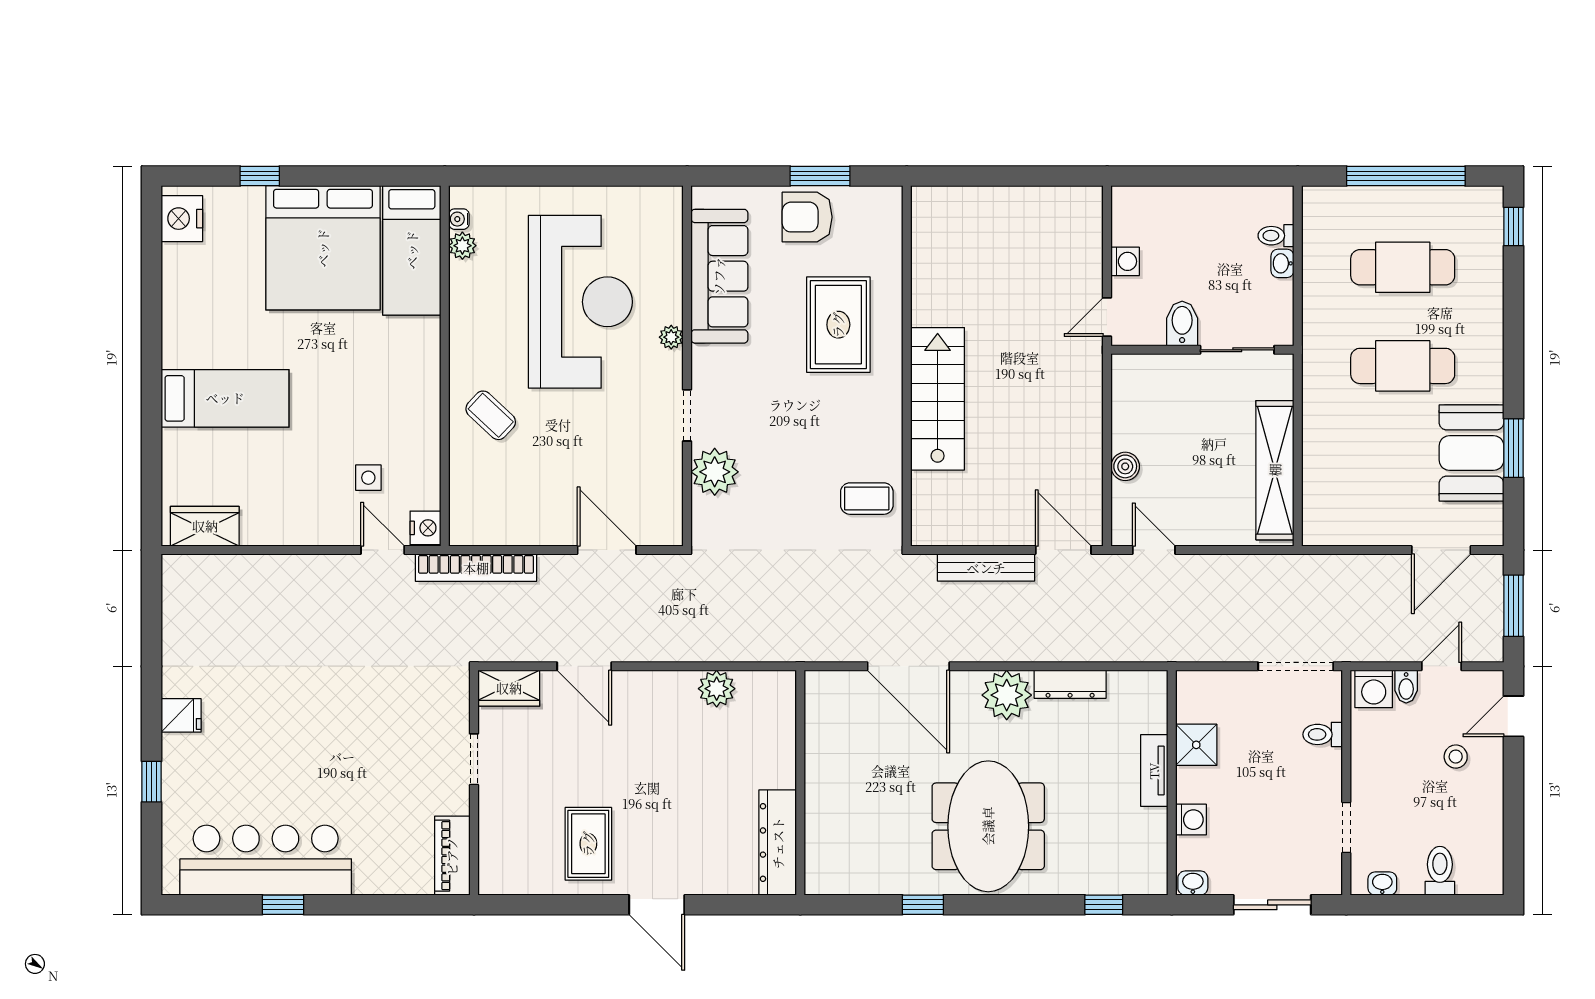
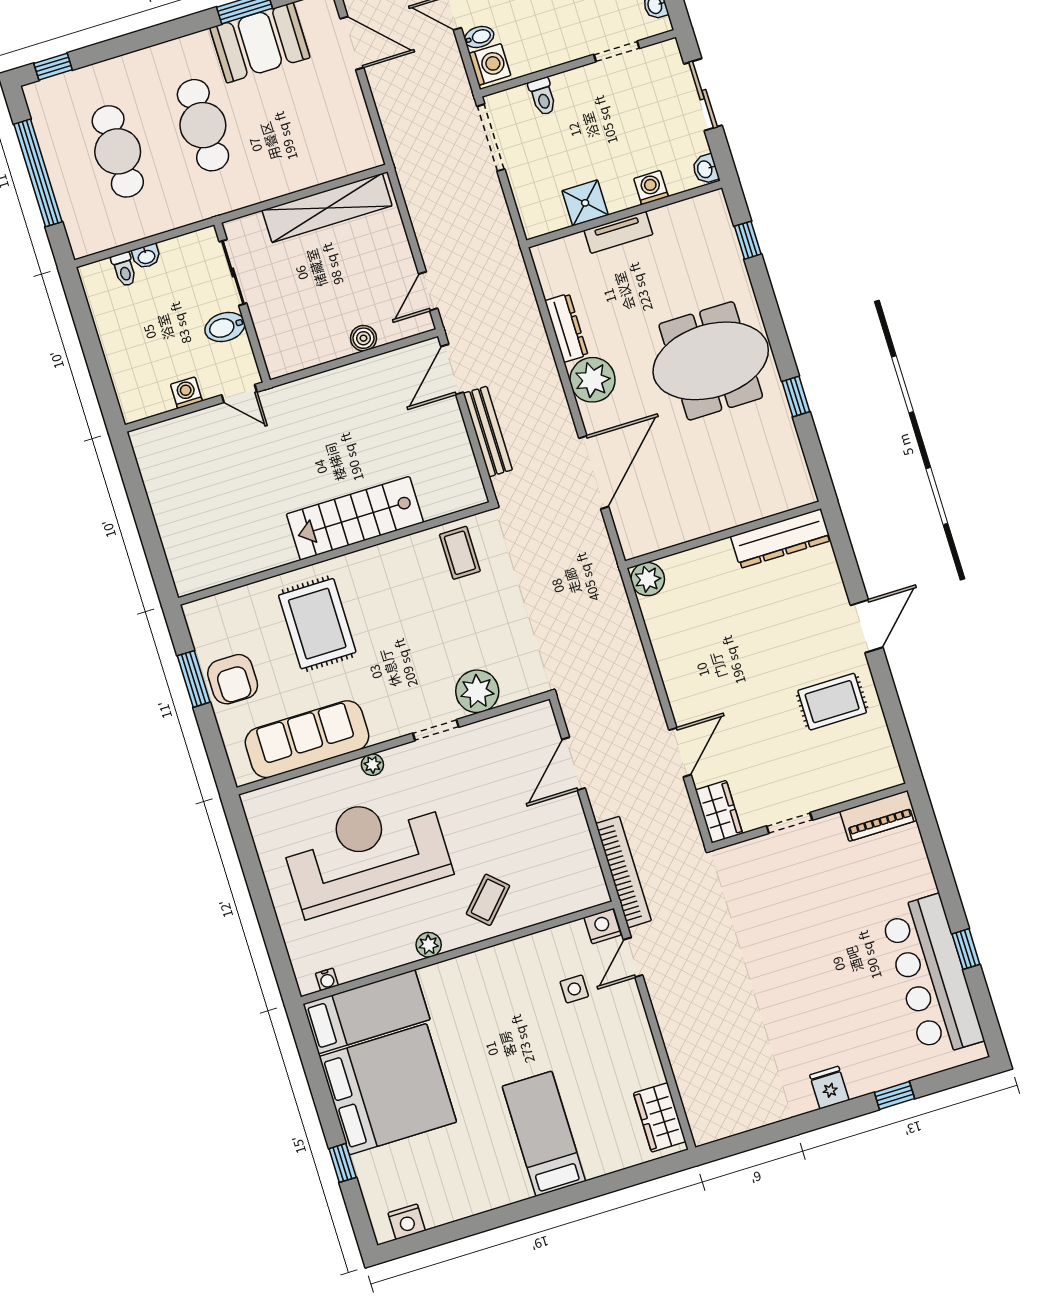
nightstand: (182, 219) -> (407, 1222), width x0.74, depth x0.75
plant: (462, 246) -> (429, 945), moved
rug: (838, 325) -> (317, 624), turned 90
plant: (717, 689) -> (648, 579), moved

